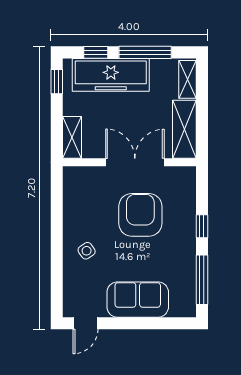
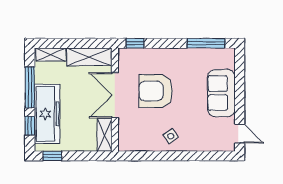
shelving: (72, 137) -> (105, 135), moved, turned 90
window: (202, 226) -> (135, 43), moved
side table: (87, 251) -> (171, 136), moved

